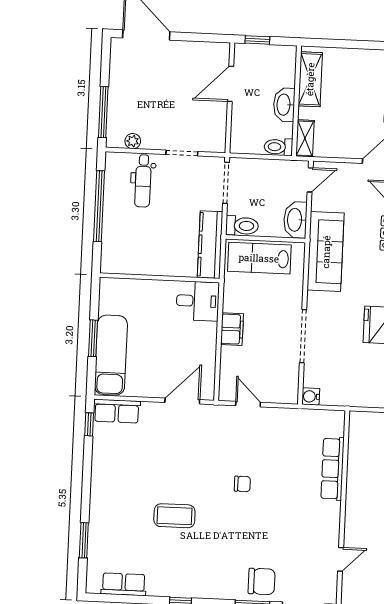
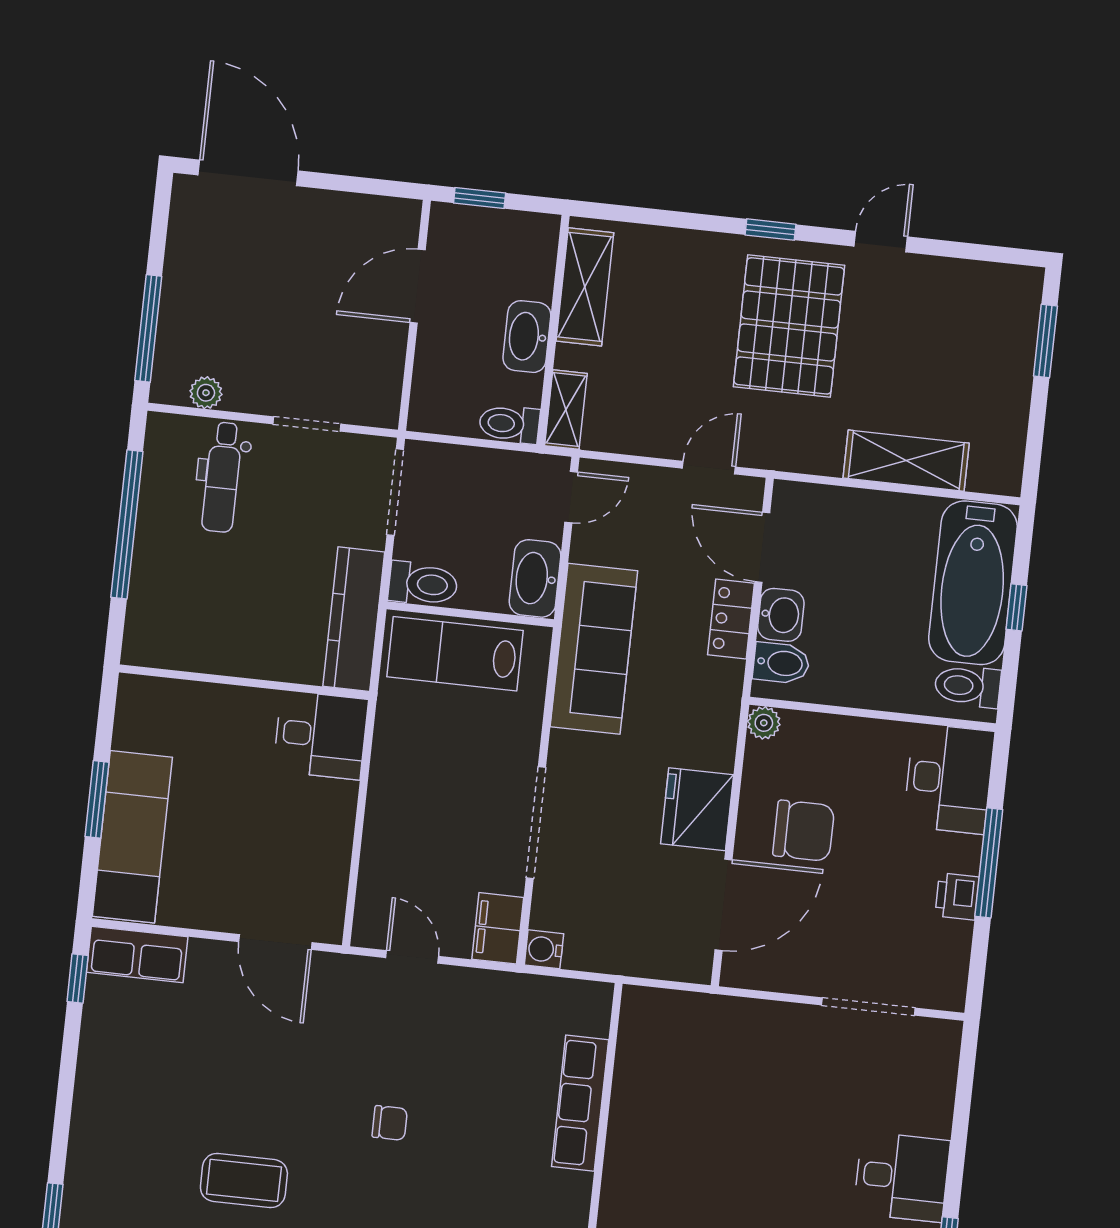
filing cabinet: (232, 329) -> (498, 928), moved, turned 180
door: (182, 401) -> (275, 942), swing flipped

